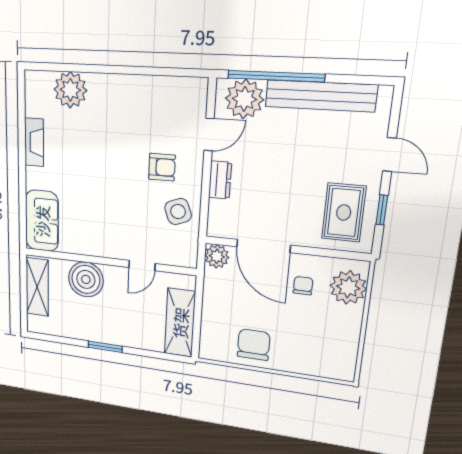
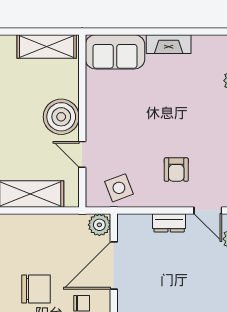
fireplace: (34, 142) -> (169, 44), moved
side table: (178, 212) -> (119, 188), moved
boiler: (86, 279) -> (61, 117), moved
chair: (254, 345) -> (36, 289), moved

